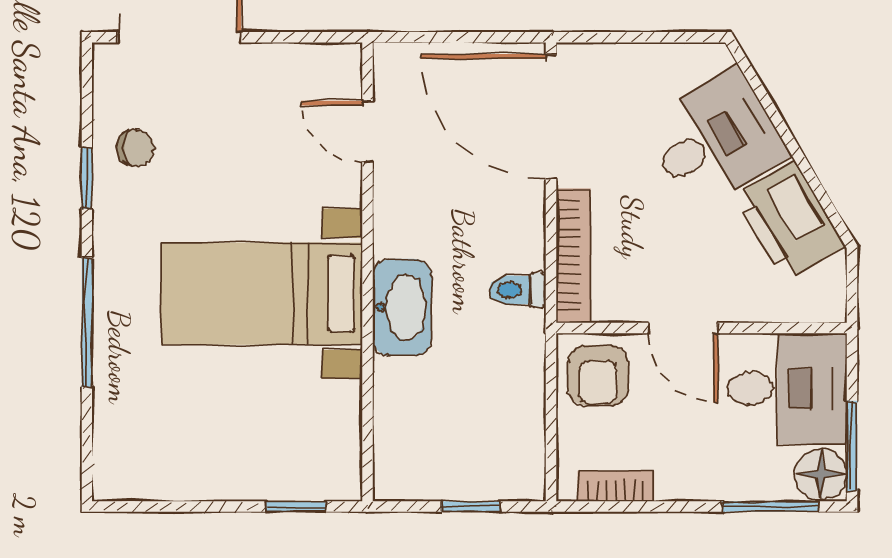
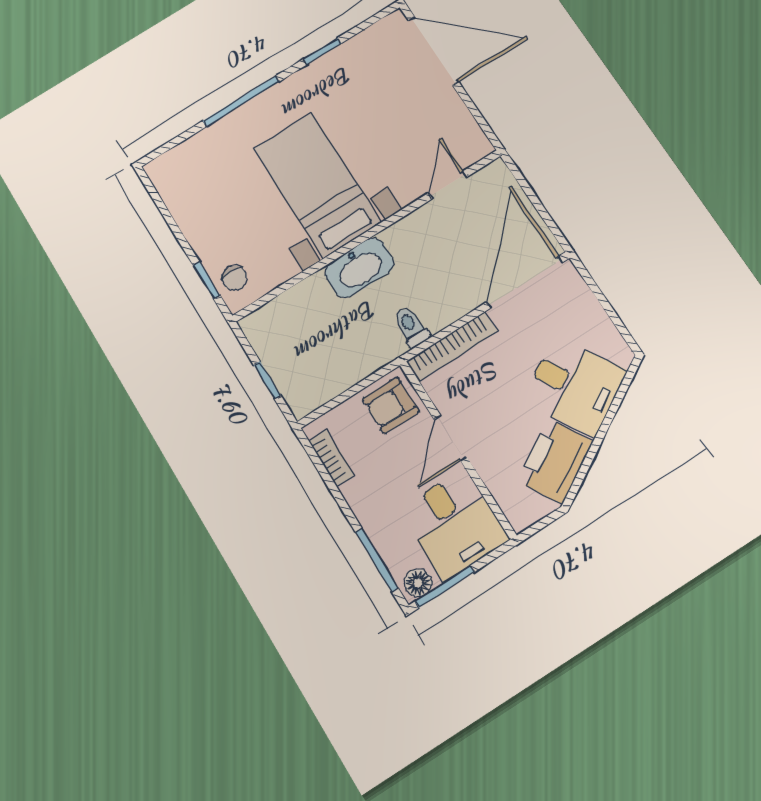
chair: (136, 148) -> (235, 278), moved
floor lamp: (821, 474) -> (418, 583), width x0.73, depth x0.73

